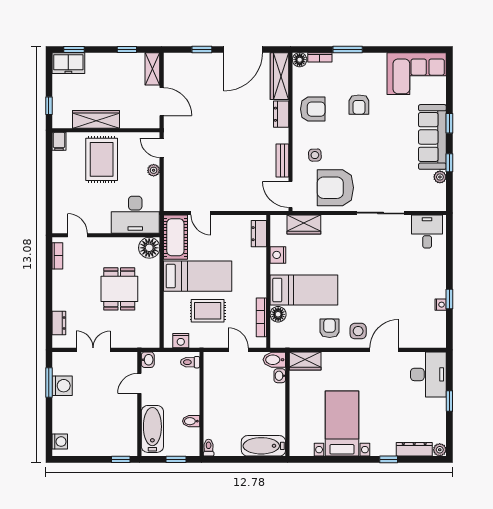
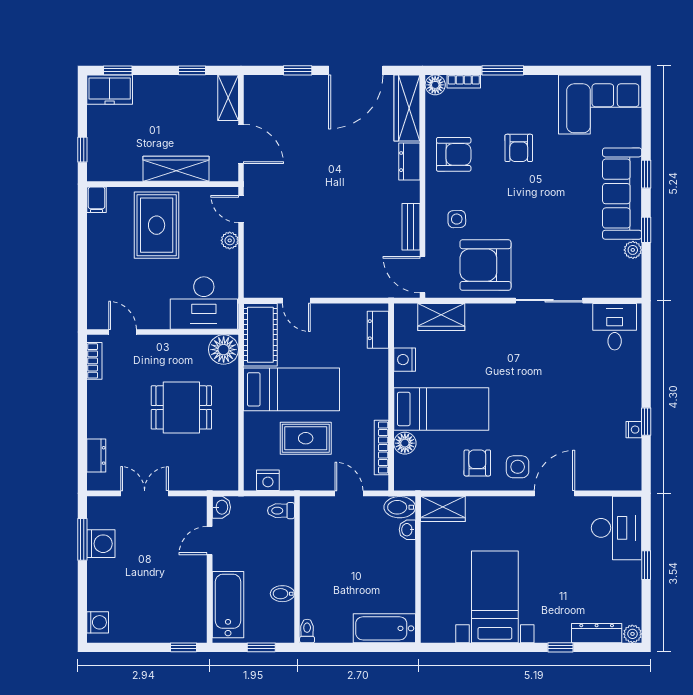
wardrobe: (96, 119) -> (176, 169), moved
dining table: (119, 289) -> (181, 407), turned 90

